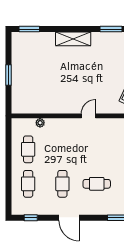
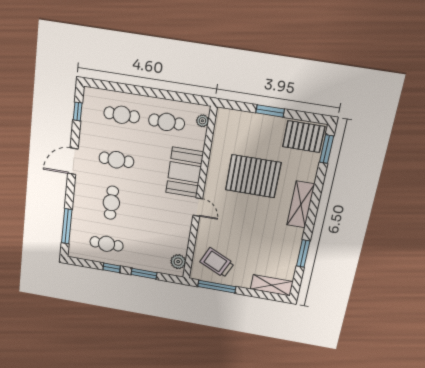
pallet: (23, 47) -> (304, 137), added
pallet: (58, 78) -> (253, 176), added
plant: (40, 123) -> (202, 121), moved
booth: (63, 130) -> (185, 172), added

